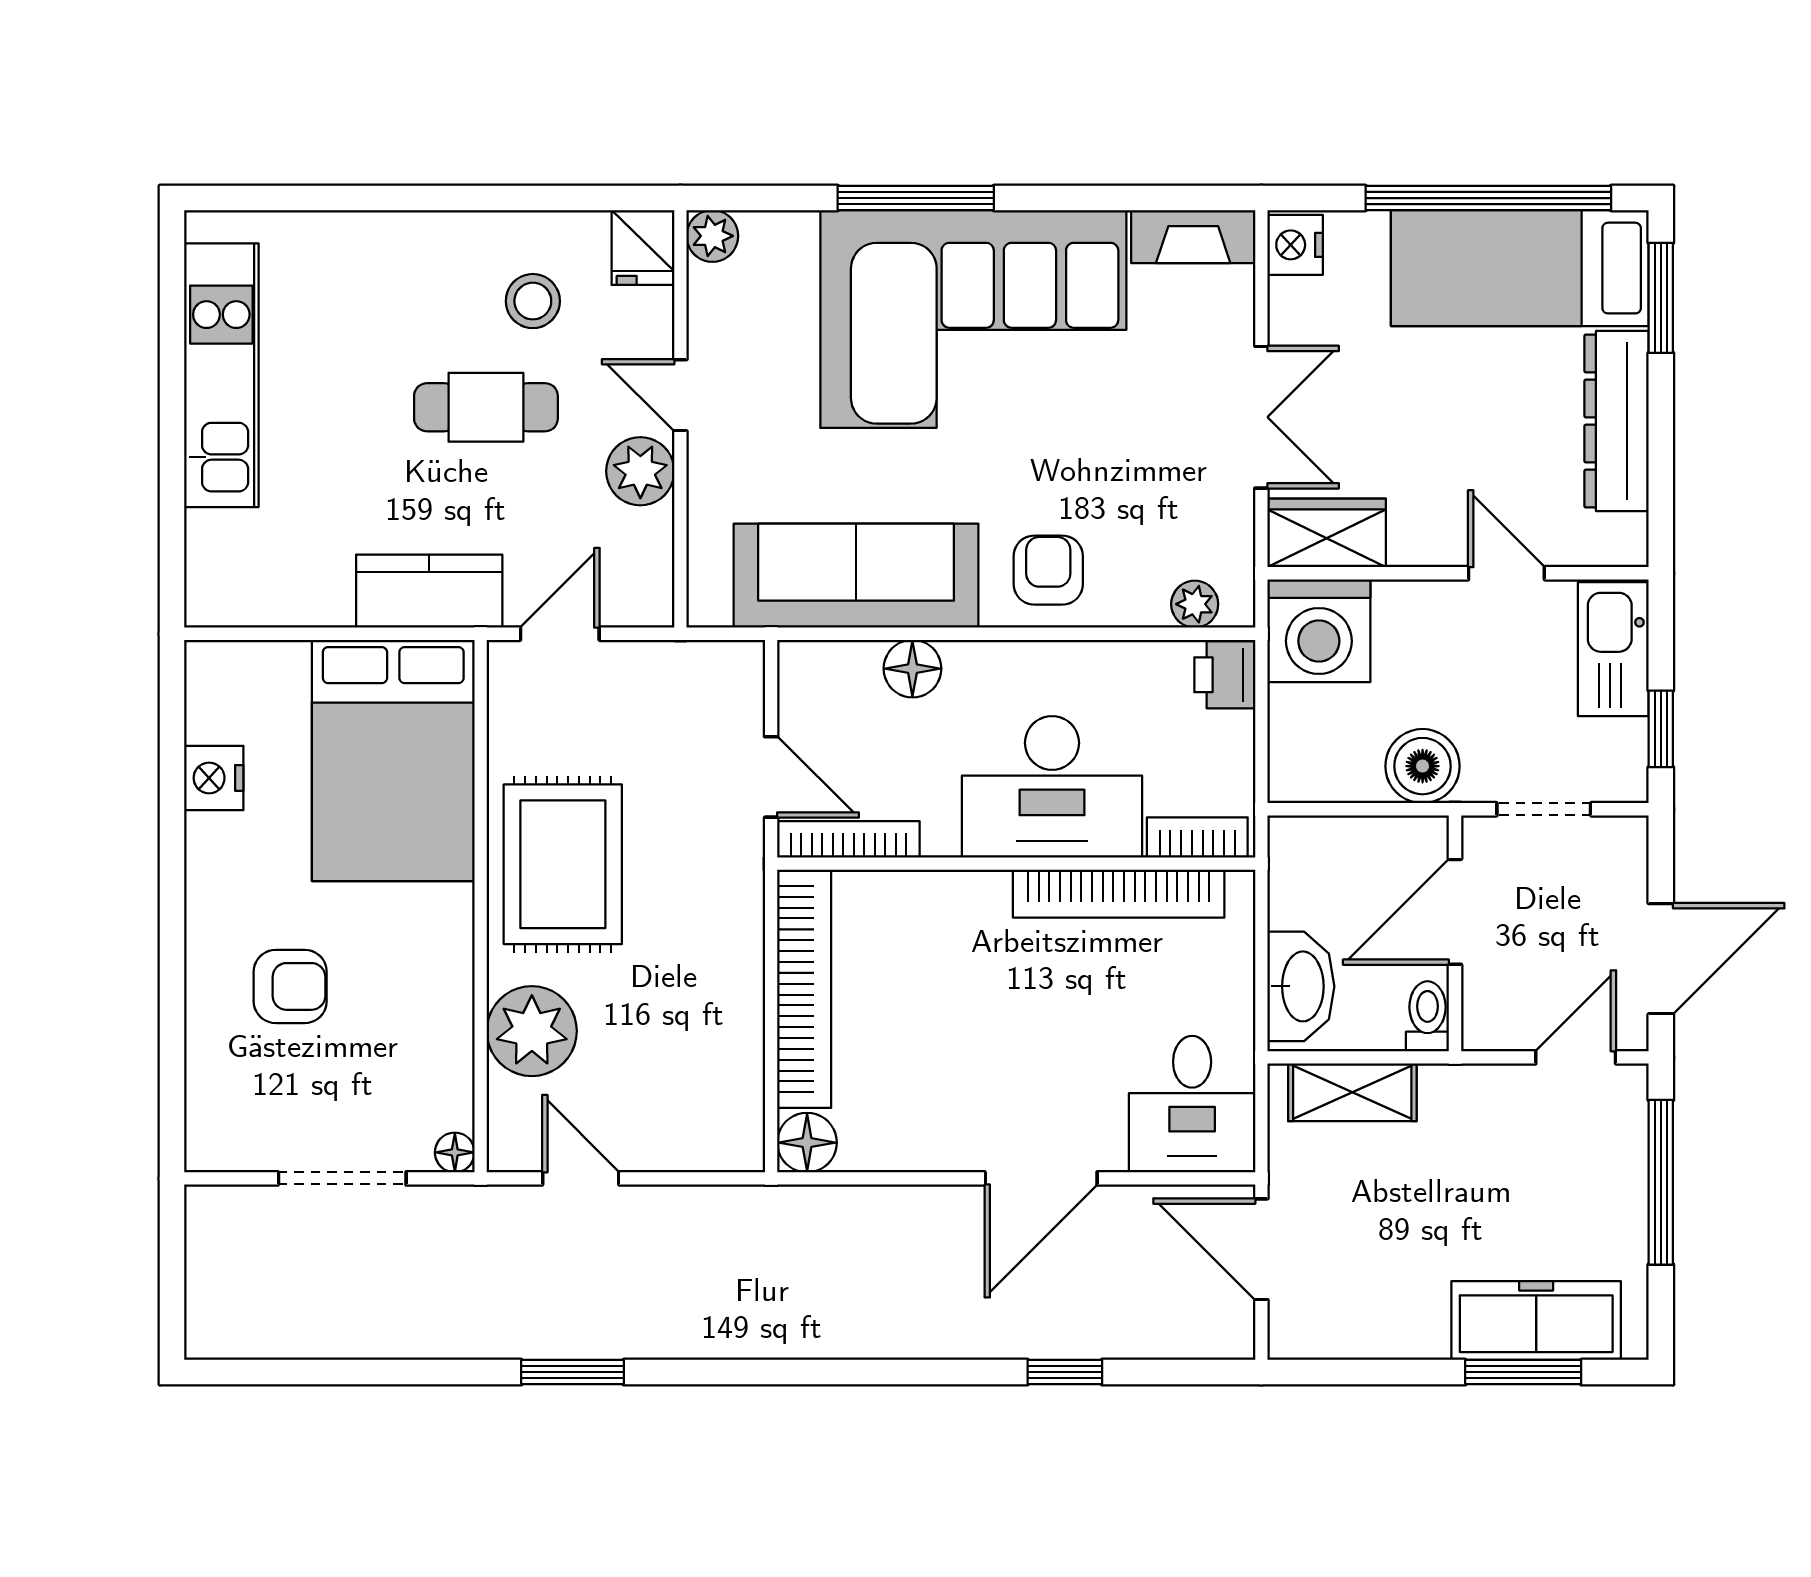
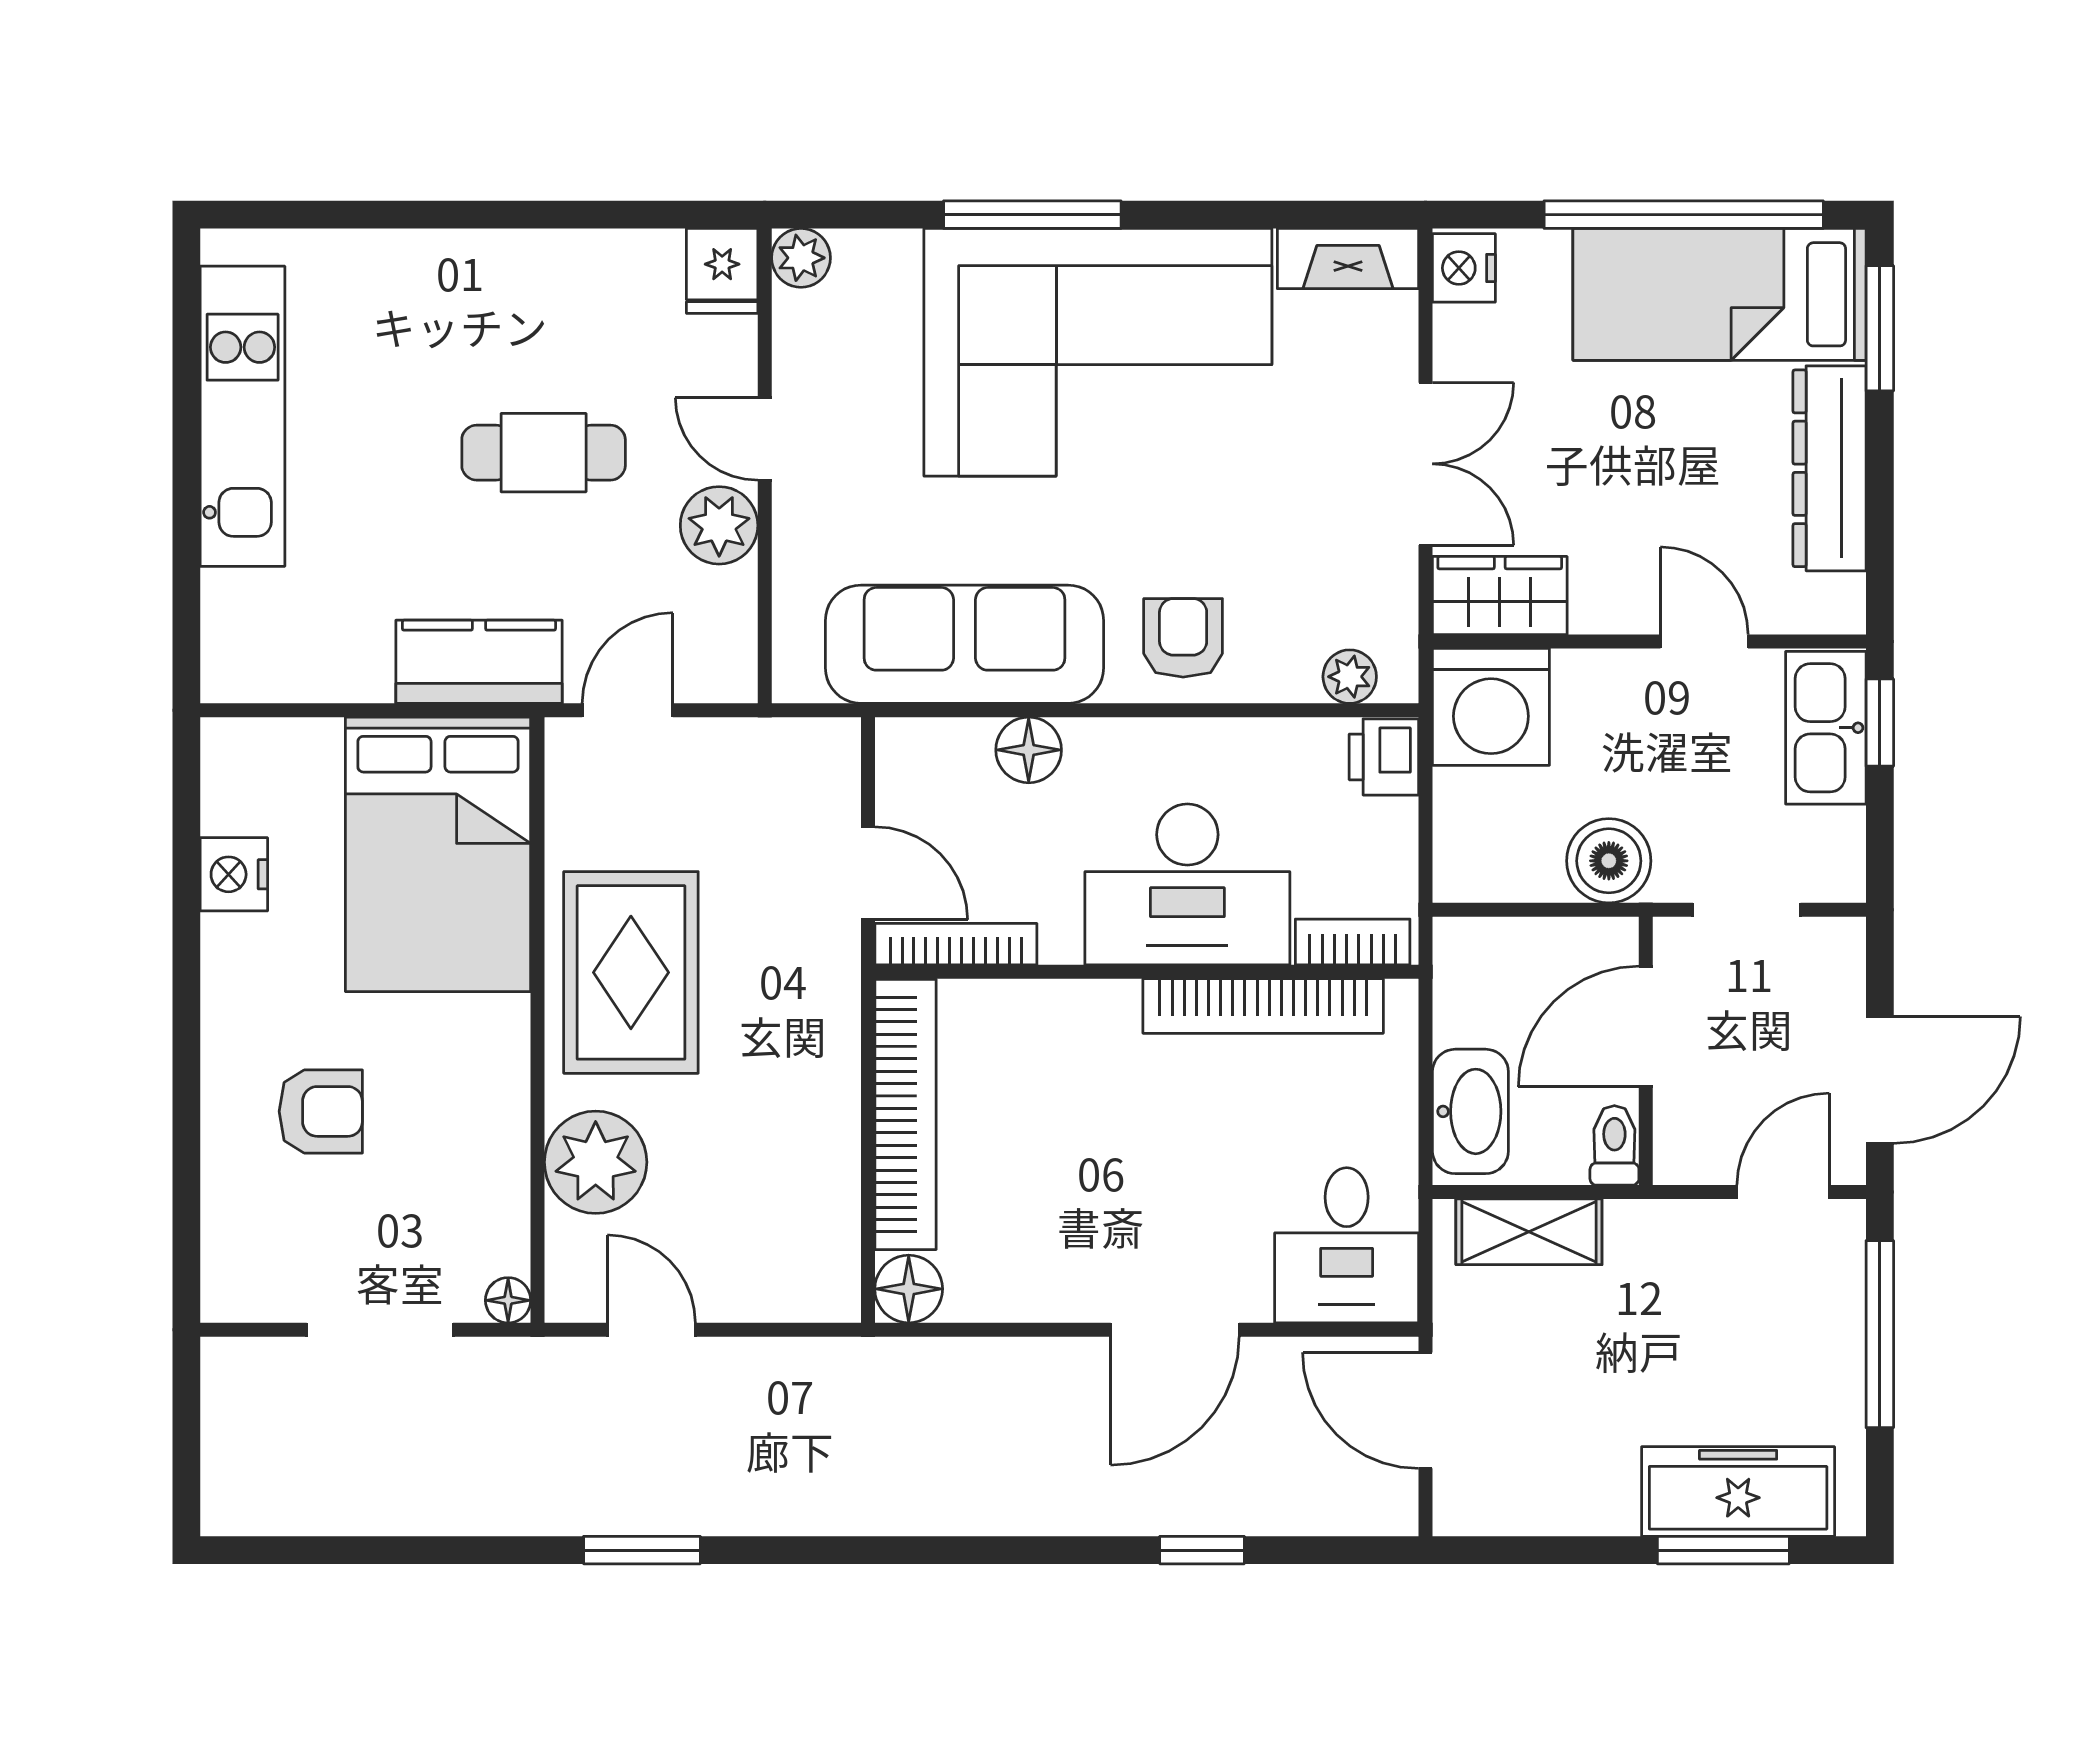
stool: (533, 301) -> (597, 332), removed
window: (1661, 729) -> (1880, 723), moved

